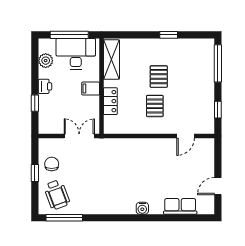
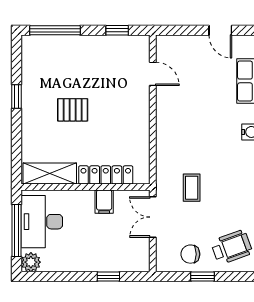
plant: (46, 61) -> (31, 262), moved
printer: (45, 86) -> (86, 263), removed
filing cabinet: (91, 89) -> (104, 202), moved
locker: (110, 101) -> (106, 175), width x1.53
pallet: (155, 106) -> (112, 115), removed
coffee table: (101, 165) -> (192, 188), added

